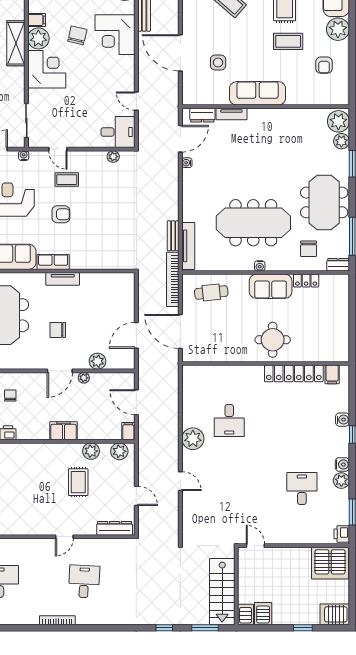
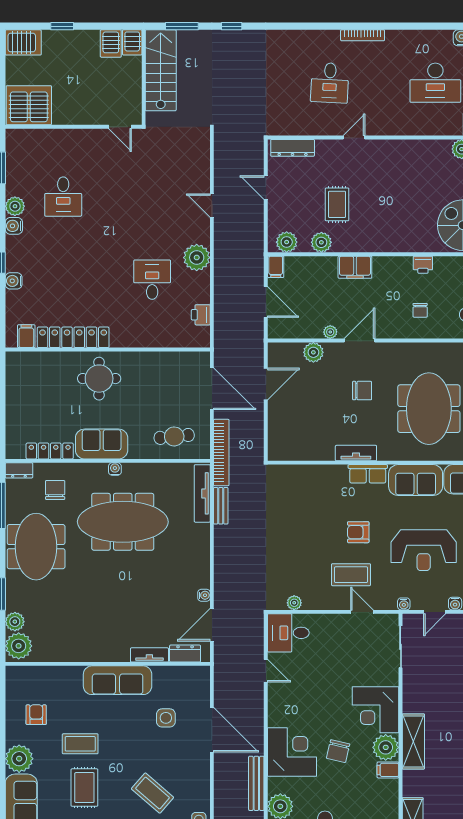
coffee table: (67, 180) -> (351, 575), width x1.36, depth x1.30
locker: (306, 281) -> (50, 451), width x1.53
printer: (342, 534) -> (201, 315), moved, turned 180

